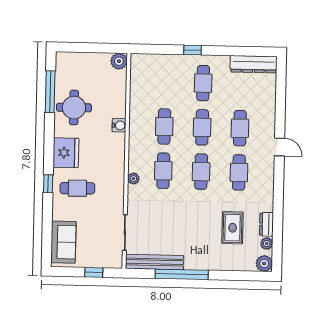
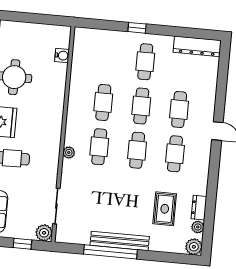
plant: (119, 61) -> (44, 233), moved
water cooler: (119, 125) -> (62, 56), moved
bench: (155, 262) -> (120, 241), moved

